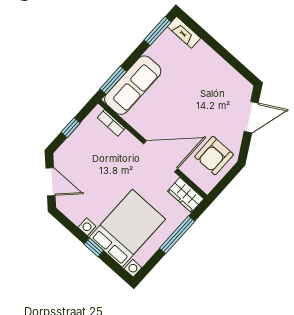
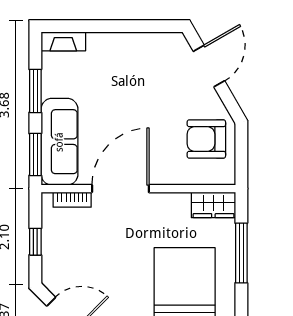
window: (158, 31) -> (35, 91), moved
door: (161, 156) -> (120, 189), moved
armchair: (214, 156) -> (206, 139), turned 90

